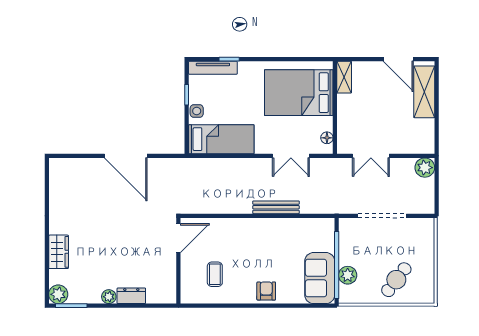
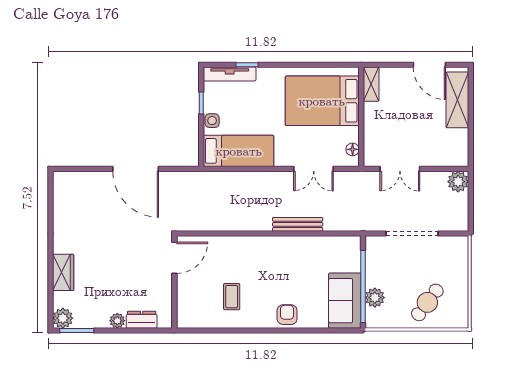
door: (178, 238) -> (174, 258), moved
wall: (178, 261) -> (174, 282), moved

